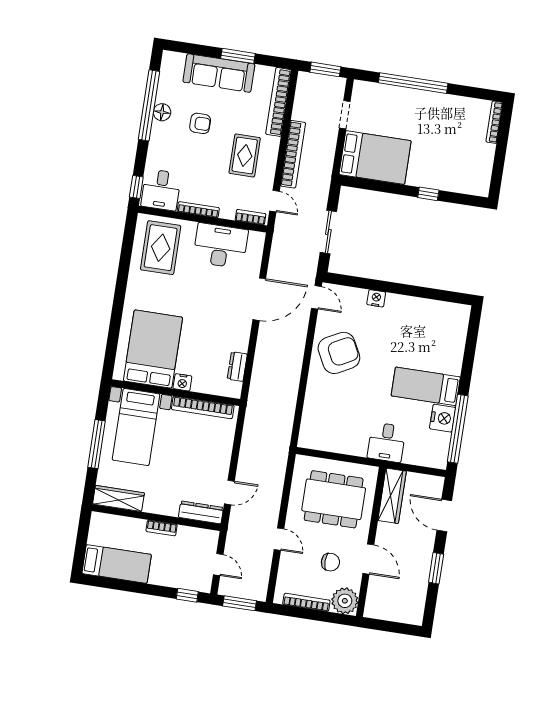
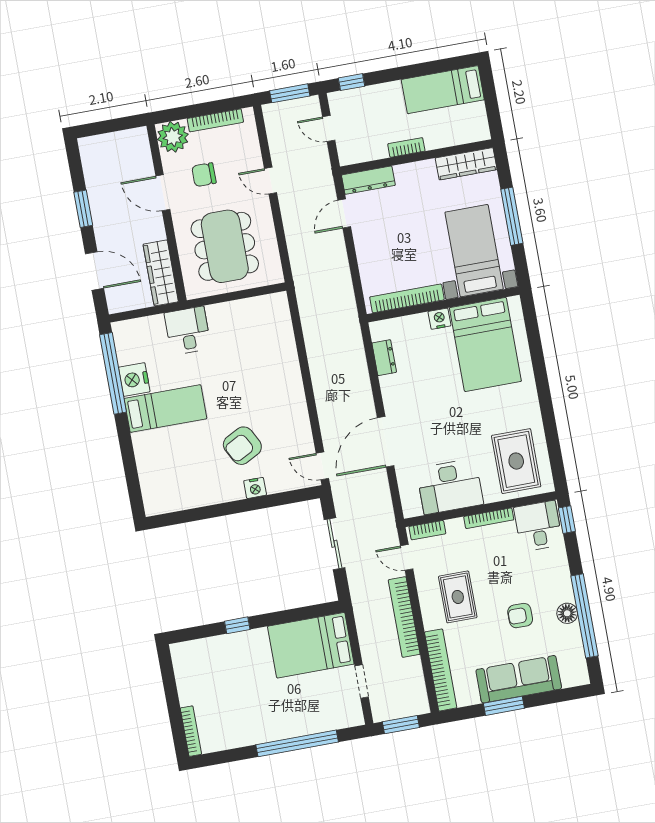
armchair: (339, 353) -> (242, 446), moved, width x0.73, depth x0.73
dining table: (334, 499) -> (225, 246), turned 90

